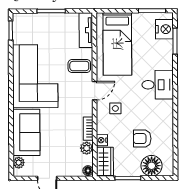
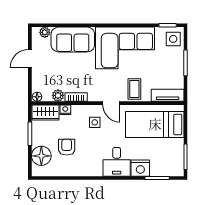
side table: (25, 24) -> (173, 39), added
nightstand: (164, 29) -> (140, 168), moved

